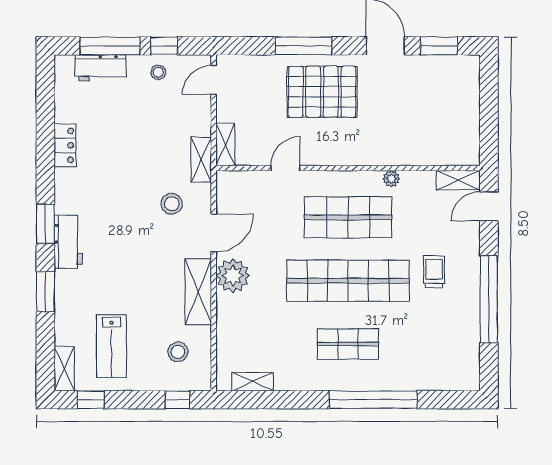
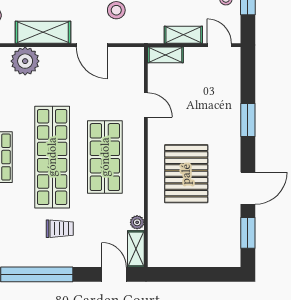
window: (303, 46) -> (248, 120), width x0.69
pallet: (322, 92) -> (186, 174), moved
shelving: (201, 160) -> (183, 35), moved
plant: (391, 179) -> (137, 222), moved
plant: (233, 276) -> (25, 61), moved

